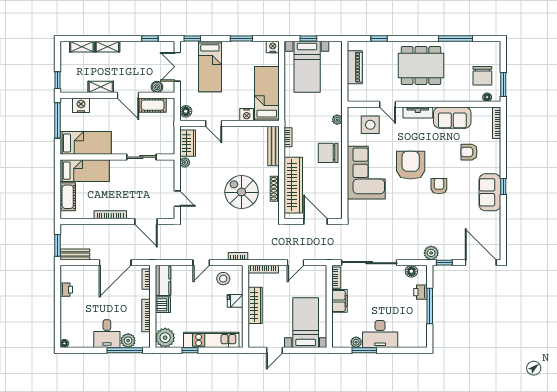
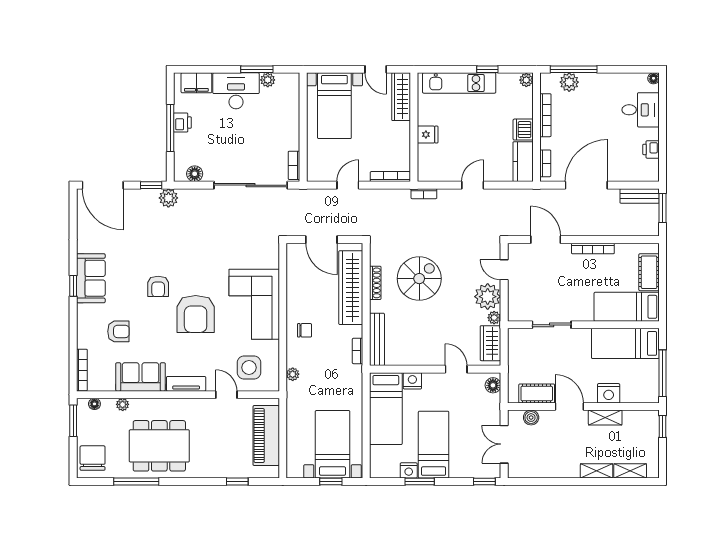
window: (150, 39) -> (540, 482), removed
nightstand: (273, 47) -> (409, 470), moved
dining table: (421, 65) -> (159, 446), moved
bed: (210, 66) -> (434, 445), moved
double door: (177, 67) -> (504, 444), swing flipped
piano: (355, 67) -> (266, 436), width x1.37, depth x1.33
chair: (482, 76) -> (93, 458), moved
plant: (466, 97) -> (123, 404), added
nightstand: (81, 105) -> (609, 393), moved
chair: (328, 153) -> (305, 330), width x0.54, depth x0.54
plant: (190, 178) -> (488, 297), added
spiral stairs: (242, 192) -> (419, 279), turned -90
stool: (223, 279) -> (443, 164), removed
printer: (421, 292) -> (182, 123), moved
filing cabinet: (340, 301) -> (196, 83), moved, turned -90
wardrobe: (255, 305) -> (401, 97), moved
desk: (107, 334) -> (641, 110), moved, turned 90
plant: (165, 338) -> (526, 80), width x0.53, depth x0.53
door: (274, 350) -> (376, 69), swing flipped

